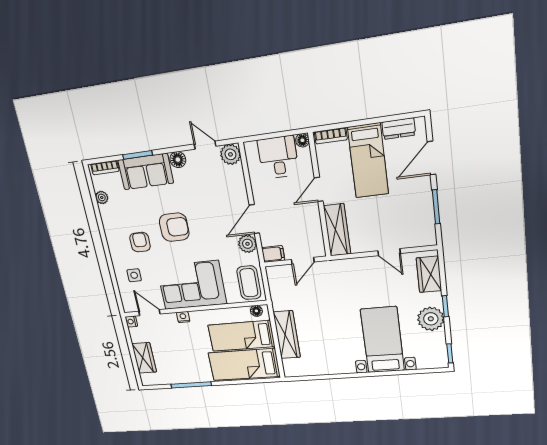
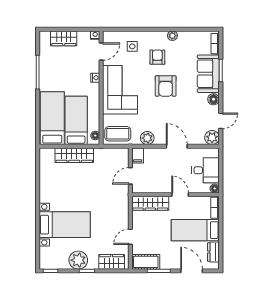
plant: (102, 197) -> (172, 36), moved
door: (254, 219) -> (177, 146), moved
cot: (424, 227) -> (146, 262), added
armchair: (140, 242) -> (157, 57), turned -90
door: (303, 261) -> (130, 176), hinge flipped

